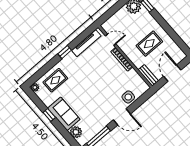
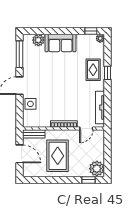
rug: (149, 44) -> (58, 156), width x1.36, depth x1.43
window: (65, 52) -> (108, 73), moved
rug: (55, 80) -> (93, 70), moved
window: (49, 115) -> (91, 31), moved

